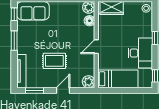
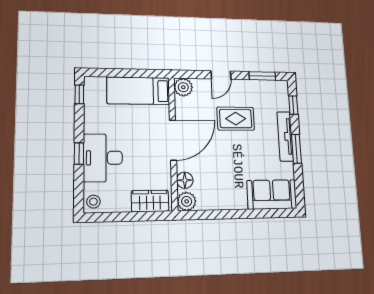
window: (14, 14) -> (293, 105), moved
door: (96, 47) -> (173, 140), width x1.88
desk: (140, 53) -> (103, 158), moved
tv unit: (21, 71) -> (285, 136), moved

